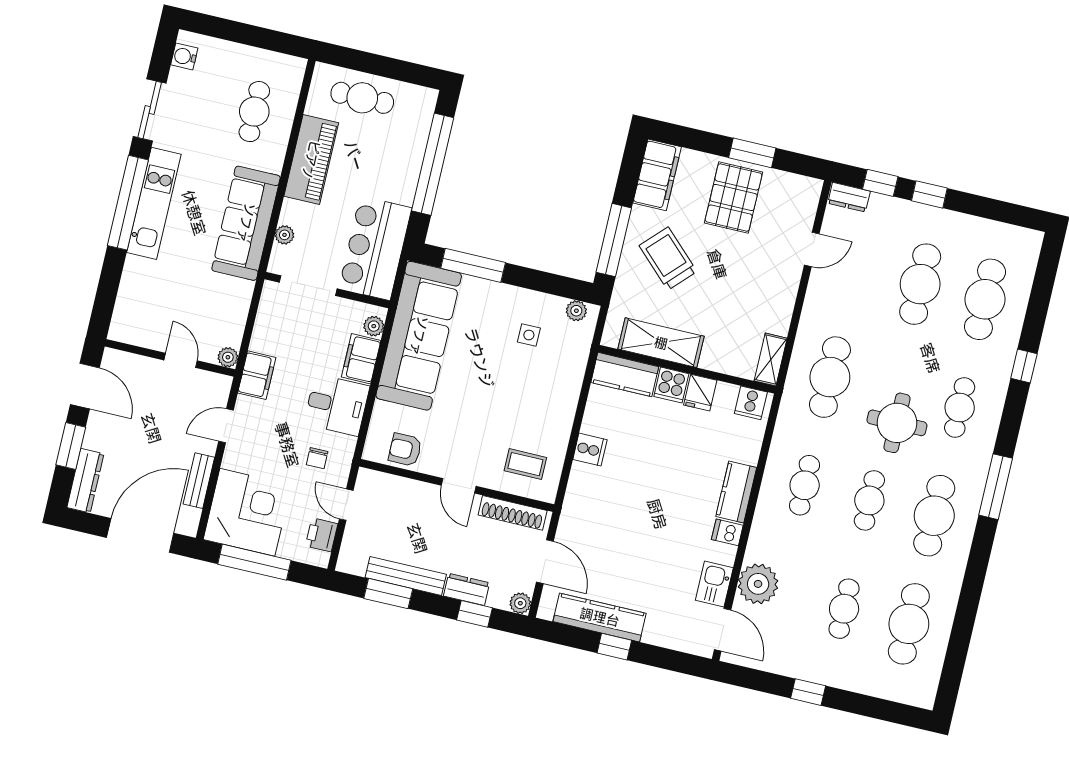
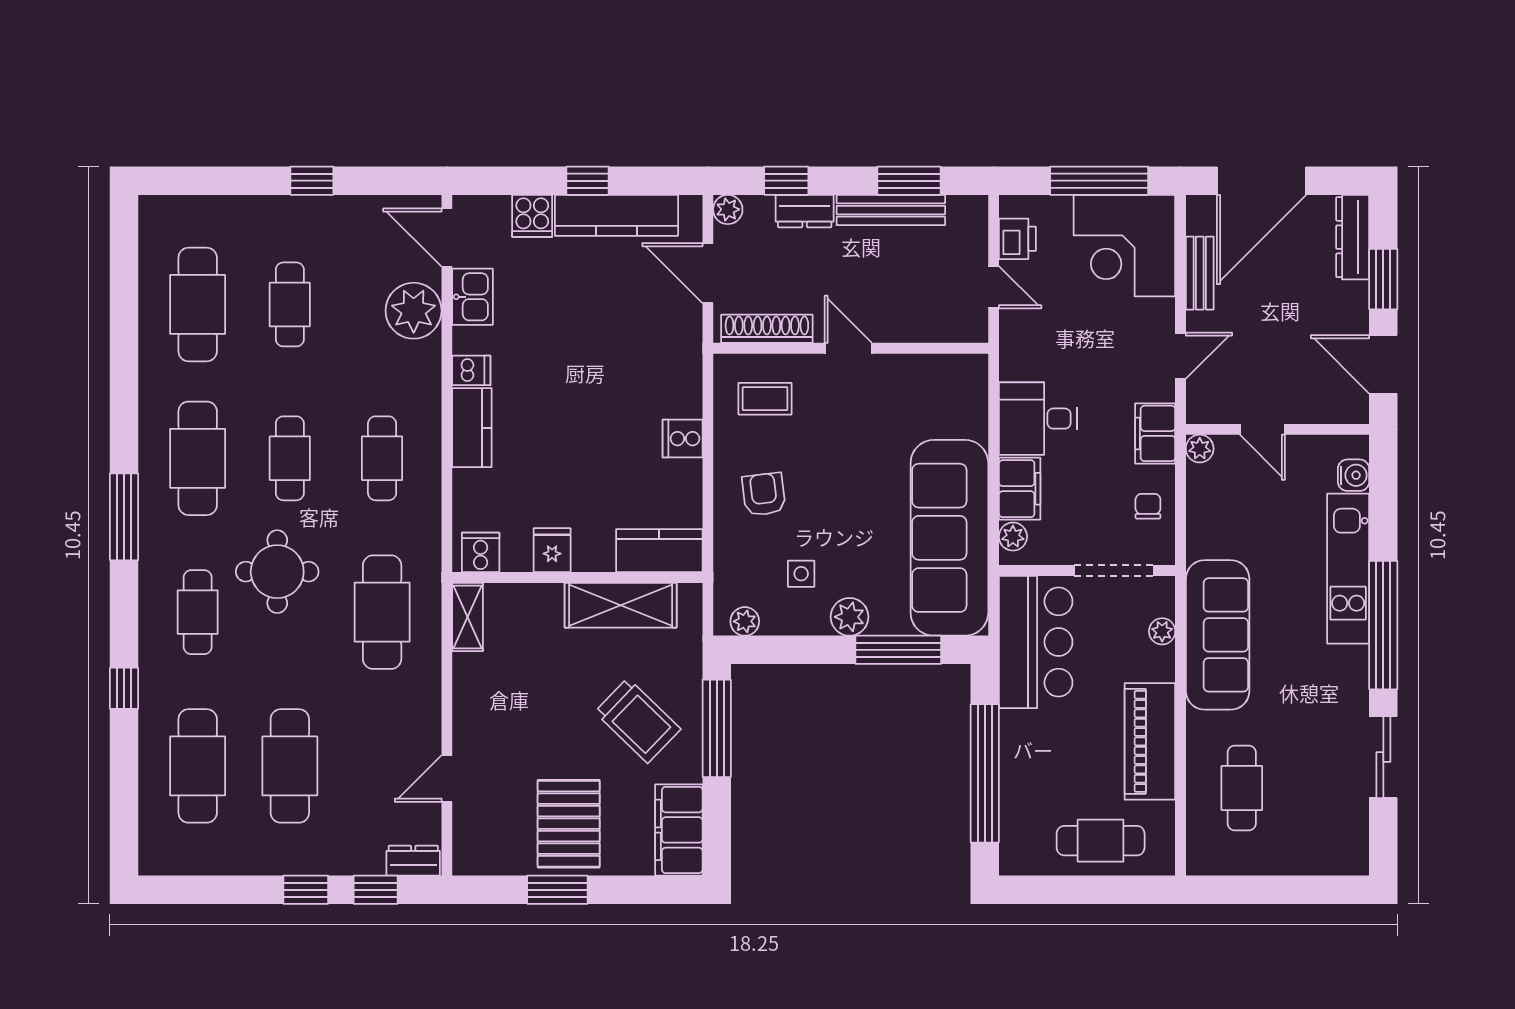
water cooler: (184, 56) -> (1354, 475), moved
kitchen unit: (154, 203) -> (1348, 569), moved
plant: (502, 297) -> (850, 617), added
cooker: (671, 385) -> (532, 216), moved, turned 180
armchair: (405, 450) -> (764, 494), moved, turned -97
chair: (317, 458) -> (1148, 506), moved

